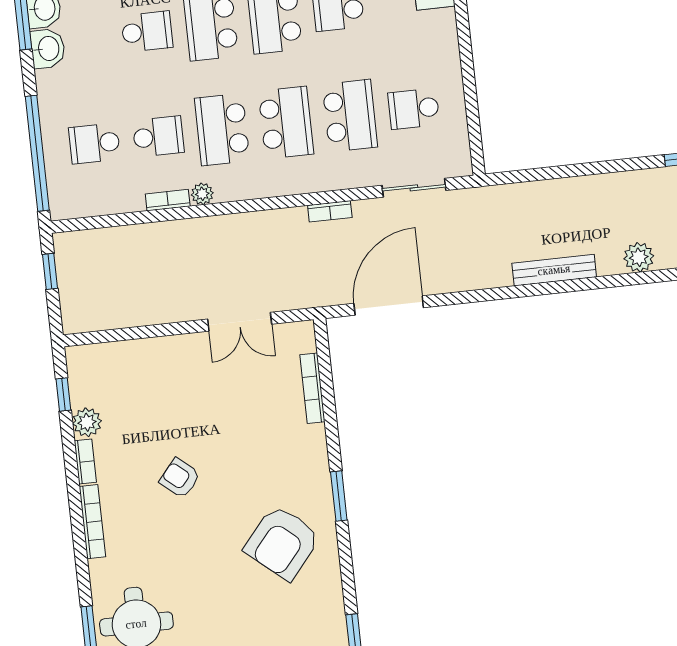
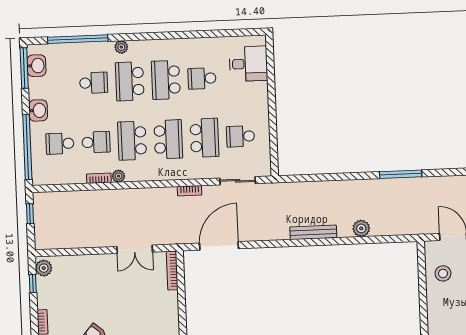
washbasin: (48, 49) -> (38, 110), moved
bookcase: (312, 388) -> (172, 271), moved
plant: (87, 422) -> (44, 268), moved

